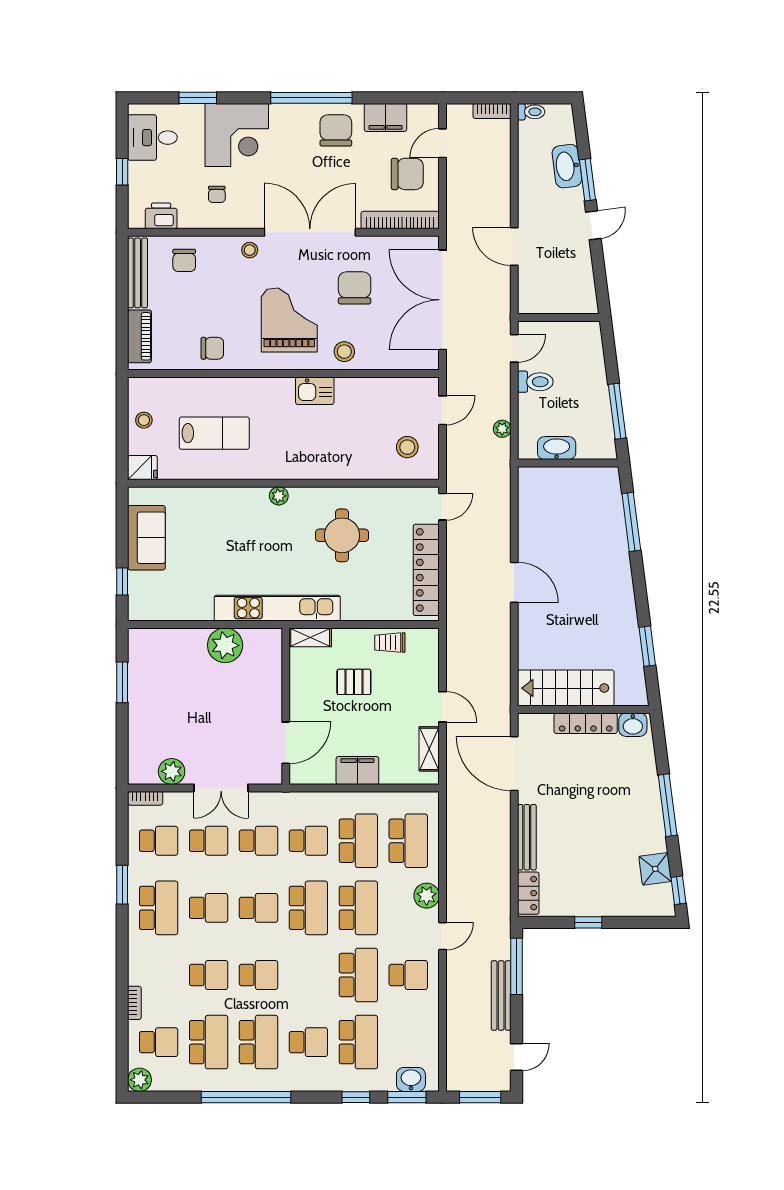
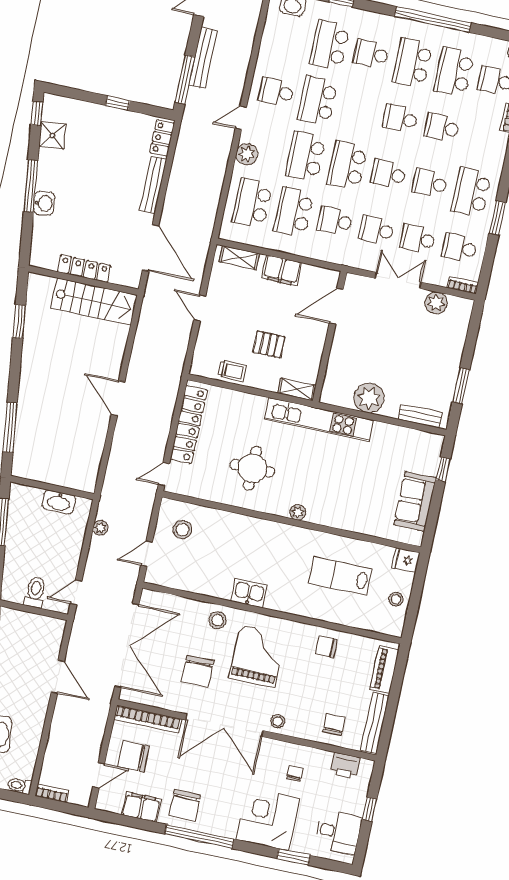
grand piano: (289, 320) -> (257, 656), turned 180
toilet: (535, 382) -> (35, 592), moved, turned 90
bench: (162, 637) -> (420, 416), added
washbasin: (633, 725) -> (44, 203), moved, turned 83
shelving: (429, 749) -> (239, 258), moved, turned 90

